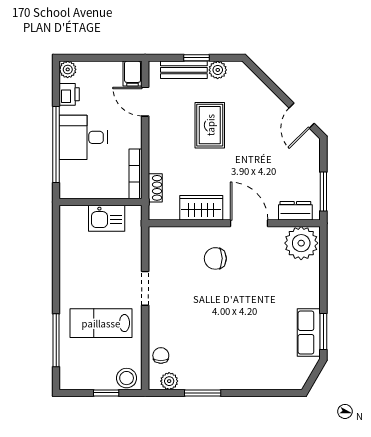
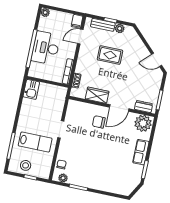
printer: (69, 94) -> (43, 25), removed
door: (145, 102) -> (80, 37), hinge flipped
door: (302, 116) -> (157, 60), hinge flipped
rug: (210, 125) -> (110, 55), turned 90
desk: (83, 137) -> (46, 48), width x1.37
kitchen sink: (107, 218) -> (31, 89), moved, turned -90
door: (249, 223) -> (119, 108), swing flipped
lab bench: (101, 323) -> (35, 142), turned 180
row of seats: (309, 332) -> (141, 152), moved
stool: (127, 378) -> (26, 165), moved

